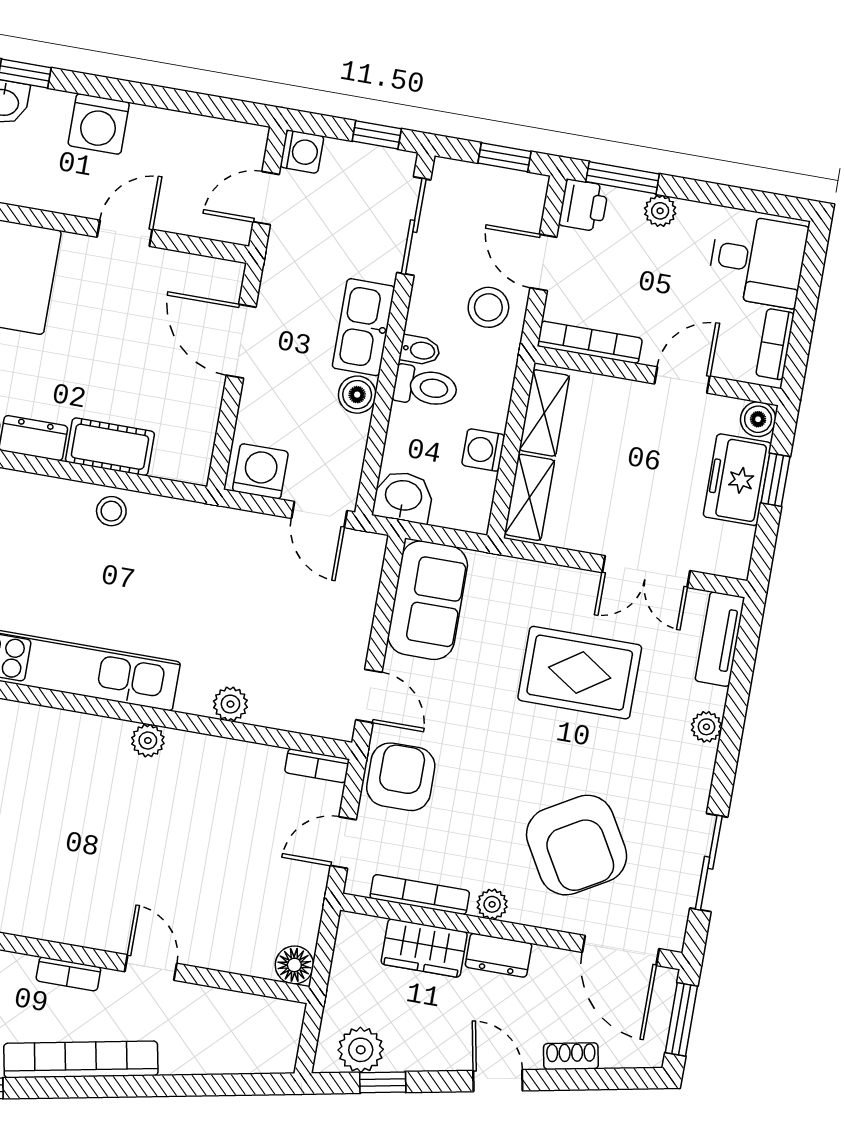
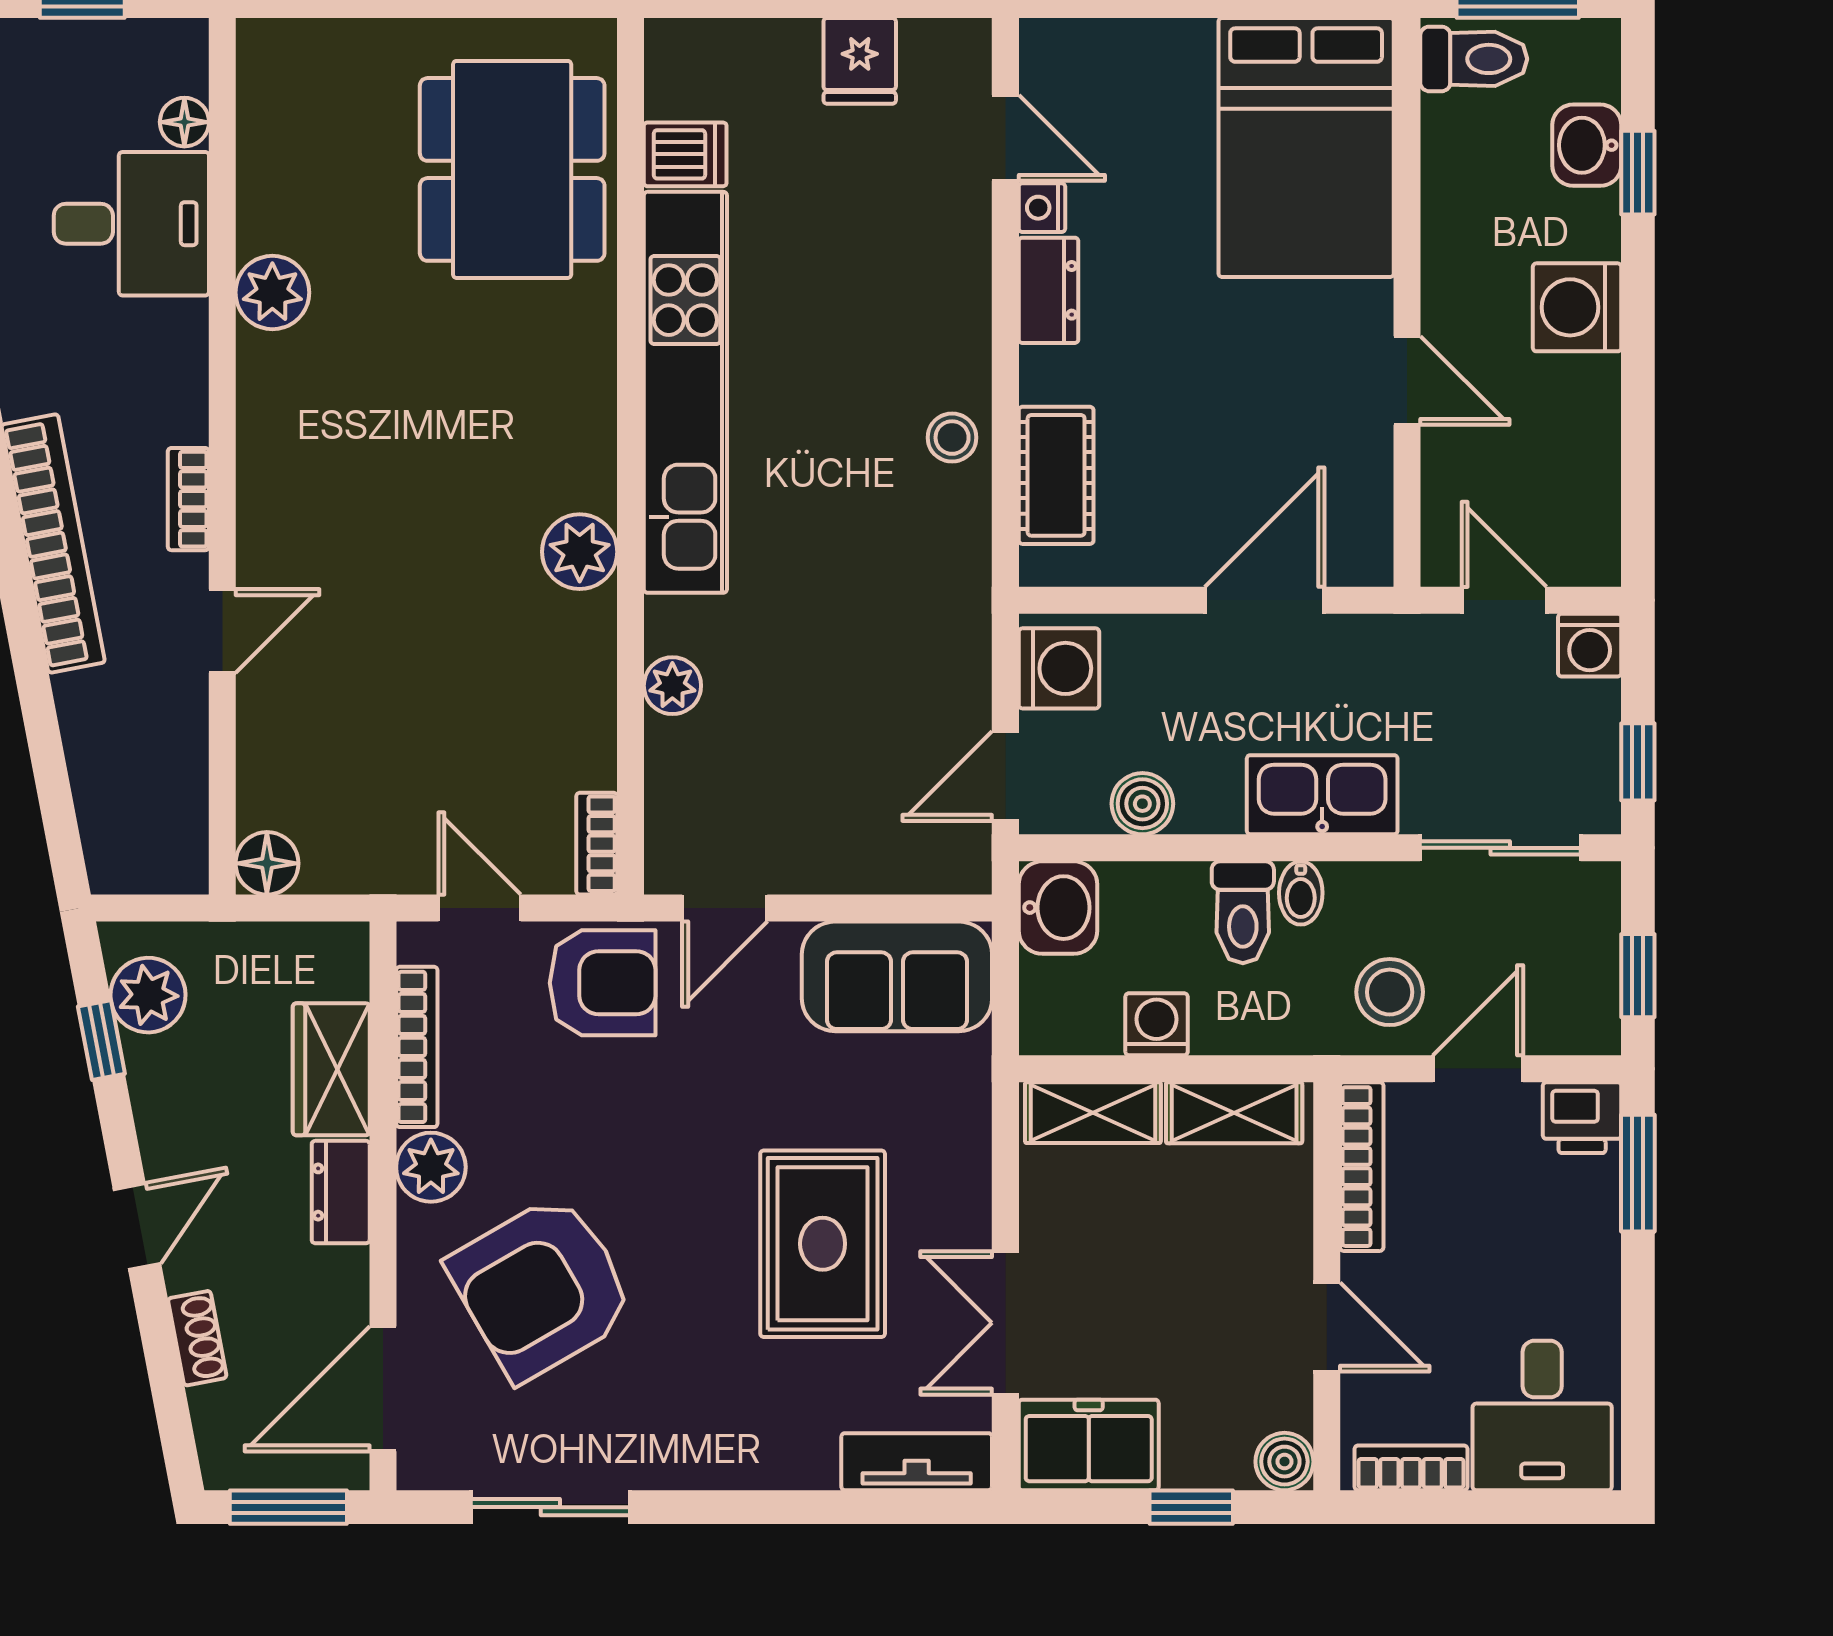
plant: (660, 211) -> (1595, 1243), removed
boiler: (357, 395) -> (1142, 804), moved
cot: (110, 447) -> (1056, 475), moved
freezer: (737, 480) -> (1089, 1445), moved
plant: (706, 727) -> (770, 1465), removed
plant: (148, 741) -> (580, 552), width x1.38, depth x1.38
plant: (492, 904) -> (431, 1167), width x1.38, depth x1.38

